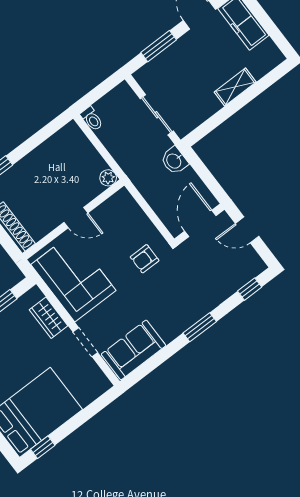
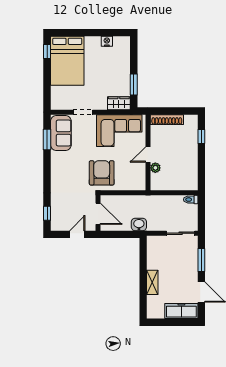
sliding door: (157, 115) -> (181, 233), moved
plant: (108, 178) -> (155, 168), moved
armchair: (145, 259) -> (102, 173), width x1.88, depth x1.88
wardrobe: (49, 318) -> (119, 103), moved
window: (200, 327) -> (47, 139), moved

